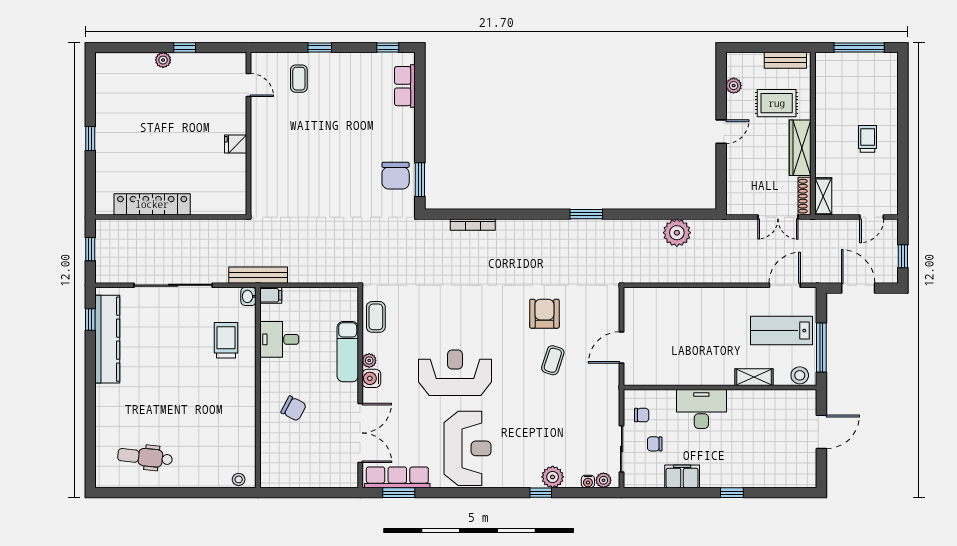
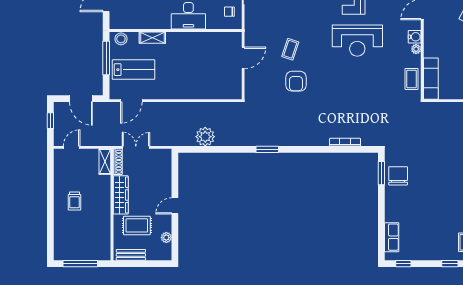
exam couch: (348, 352) -> (431, 79), moved

